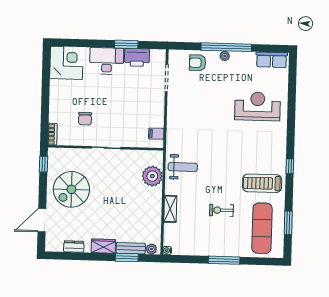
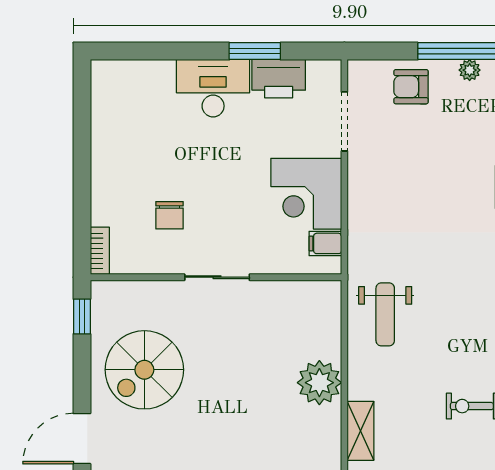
corner desk: (66, 63) -> (306, 194), moved, turned 180
weight bench: (183, 167) -> (385, 314), turned 90
plant: (152, 176) -> (319, 383), moved
shelving: (170, 209) -> (360, 431), moved

